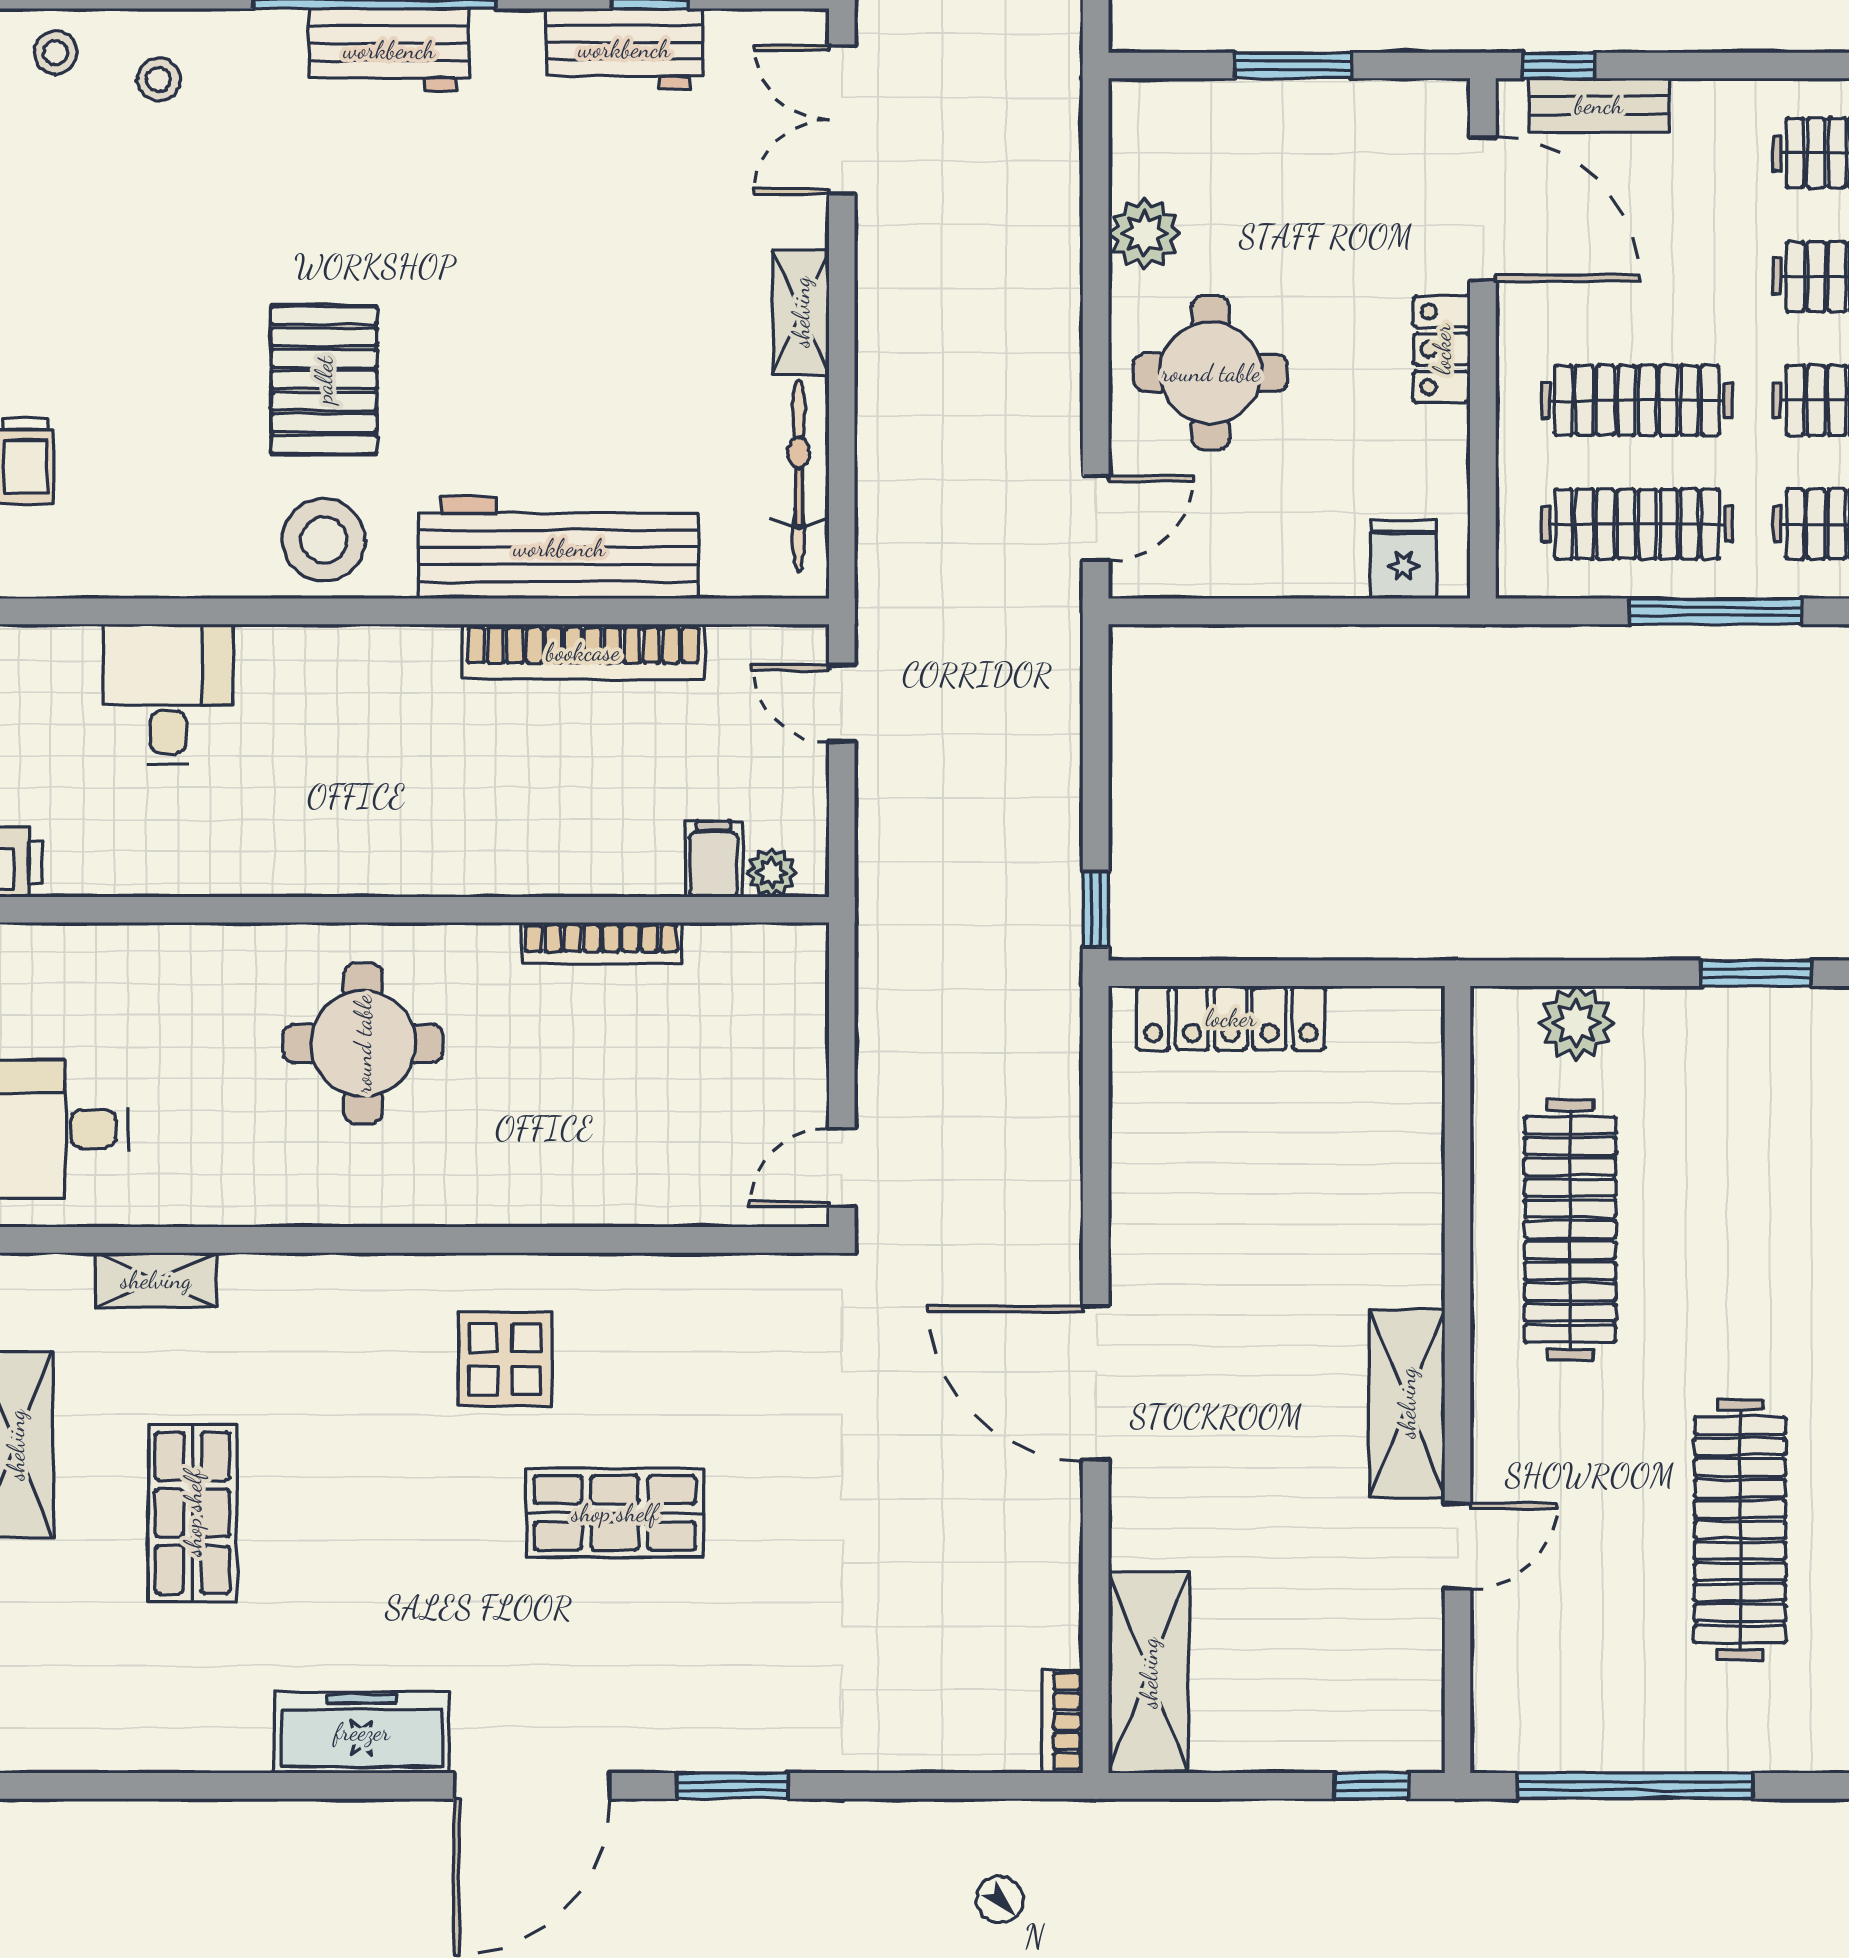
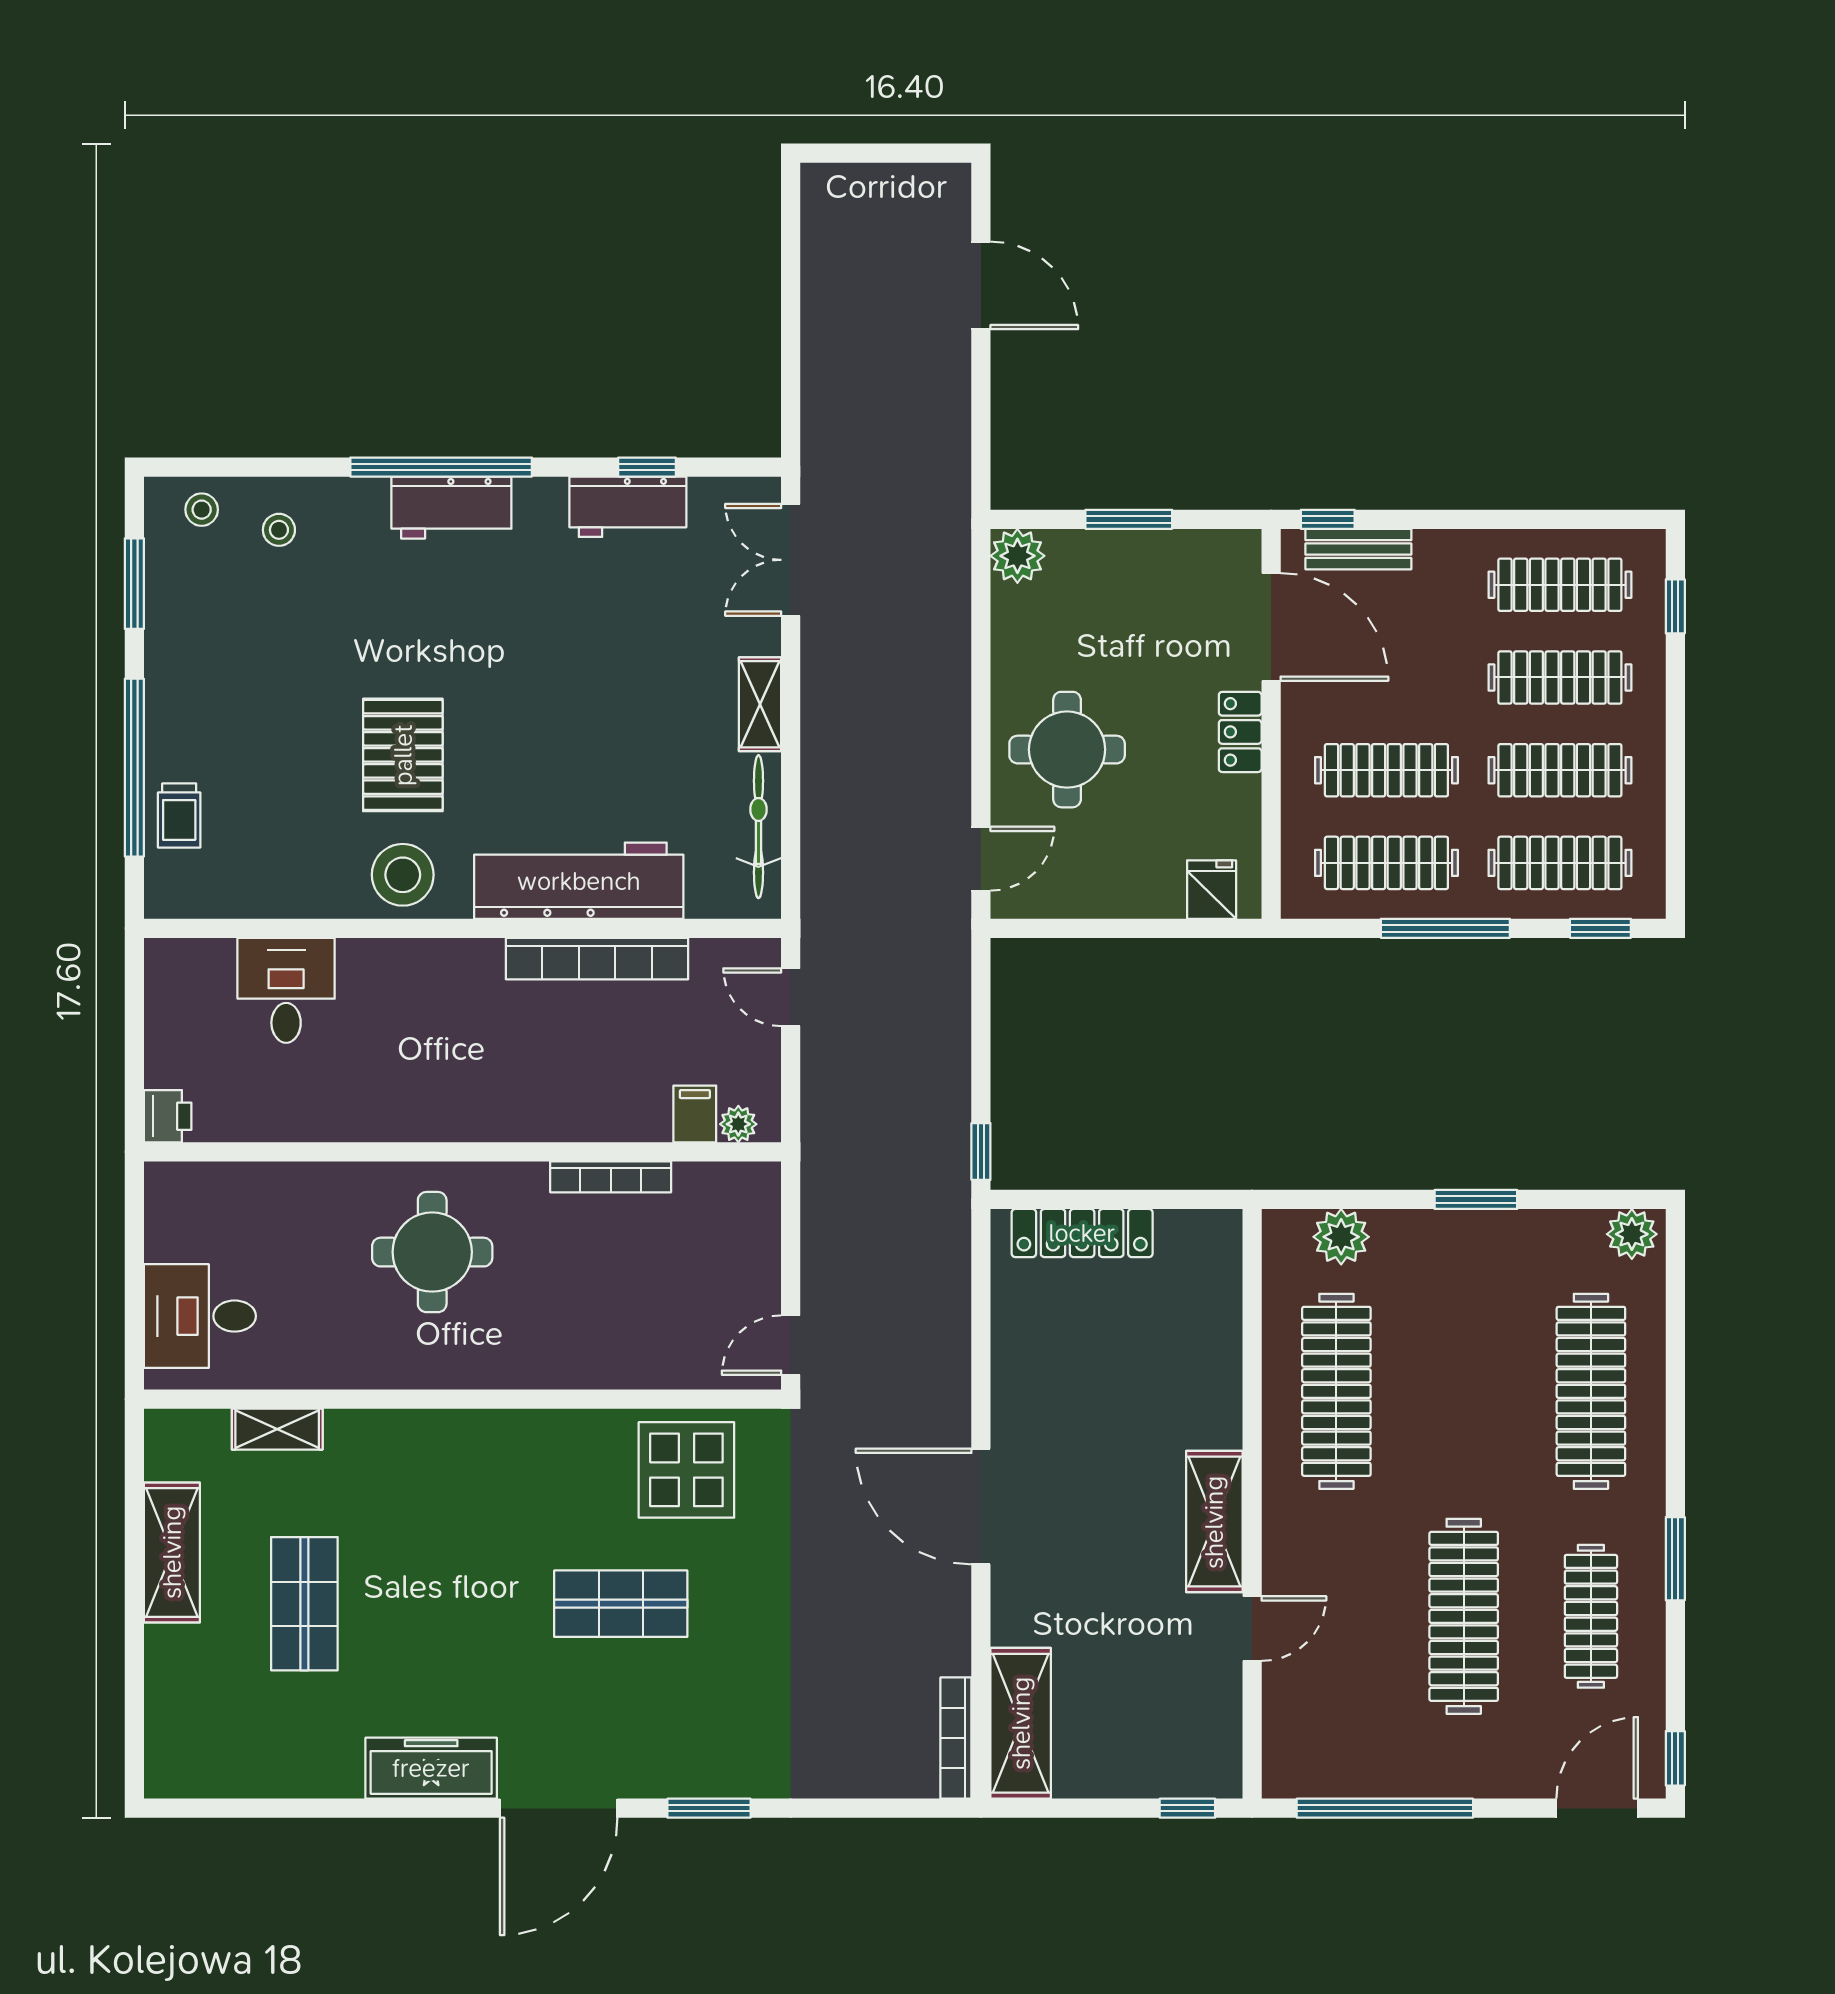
plant: (1144, 233) -> (1017, 556), moved
display table: (505, 1359) -> (686, 1470), moved, width x1.36, depth x1.36
bookcase: (1062, 1721) -> (956, 1738), width x1.56

